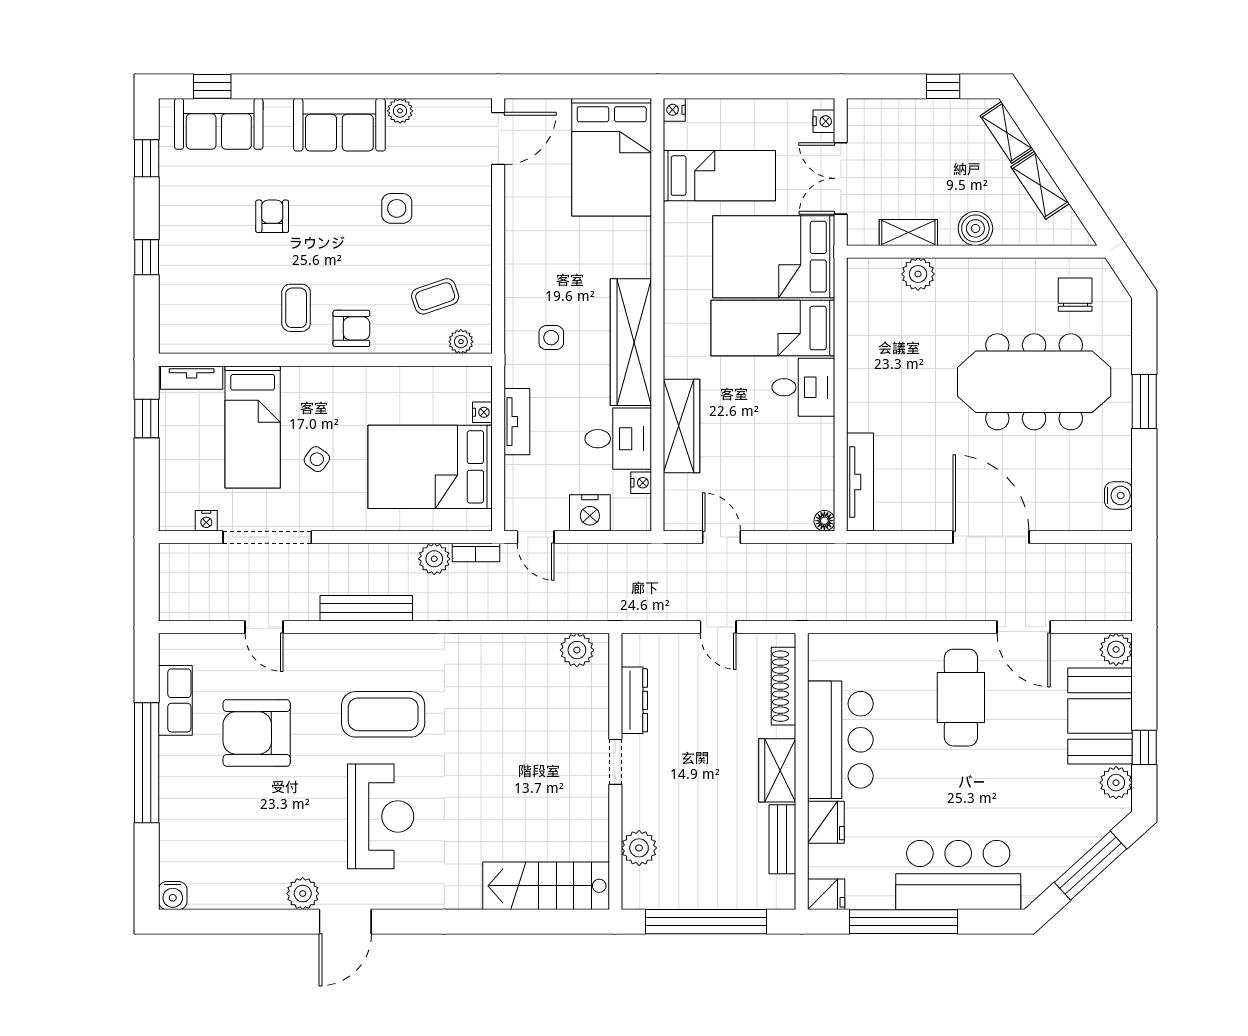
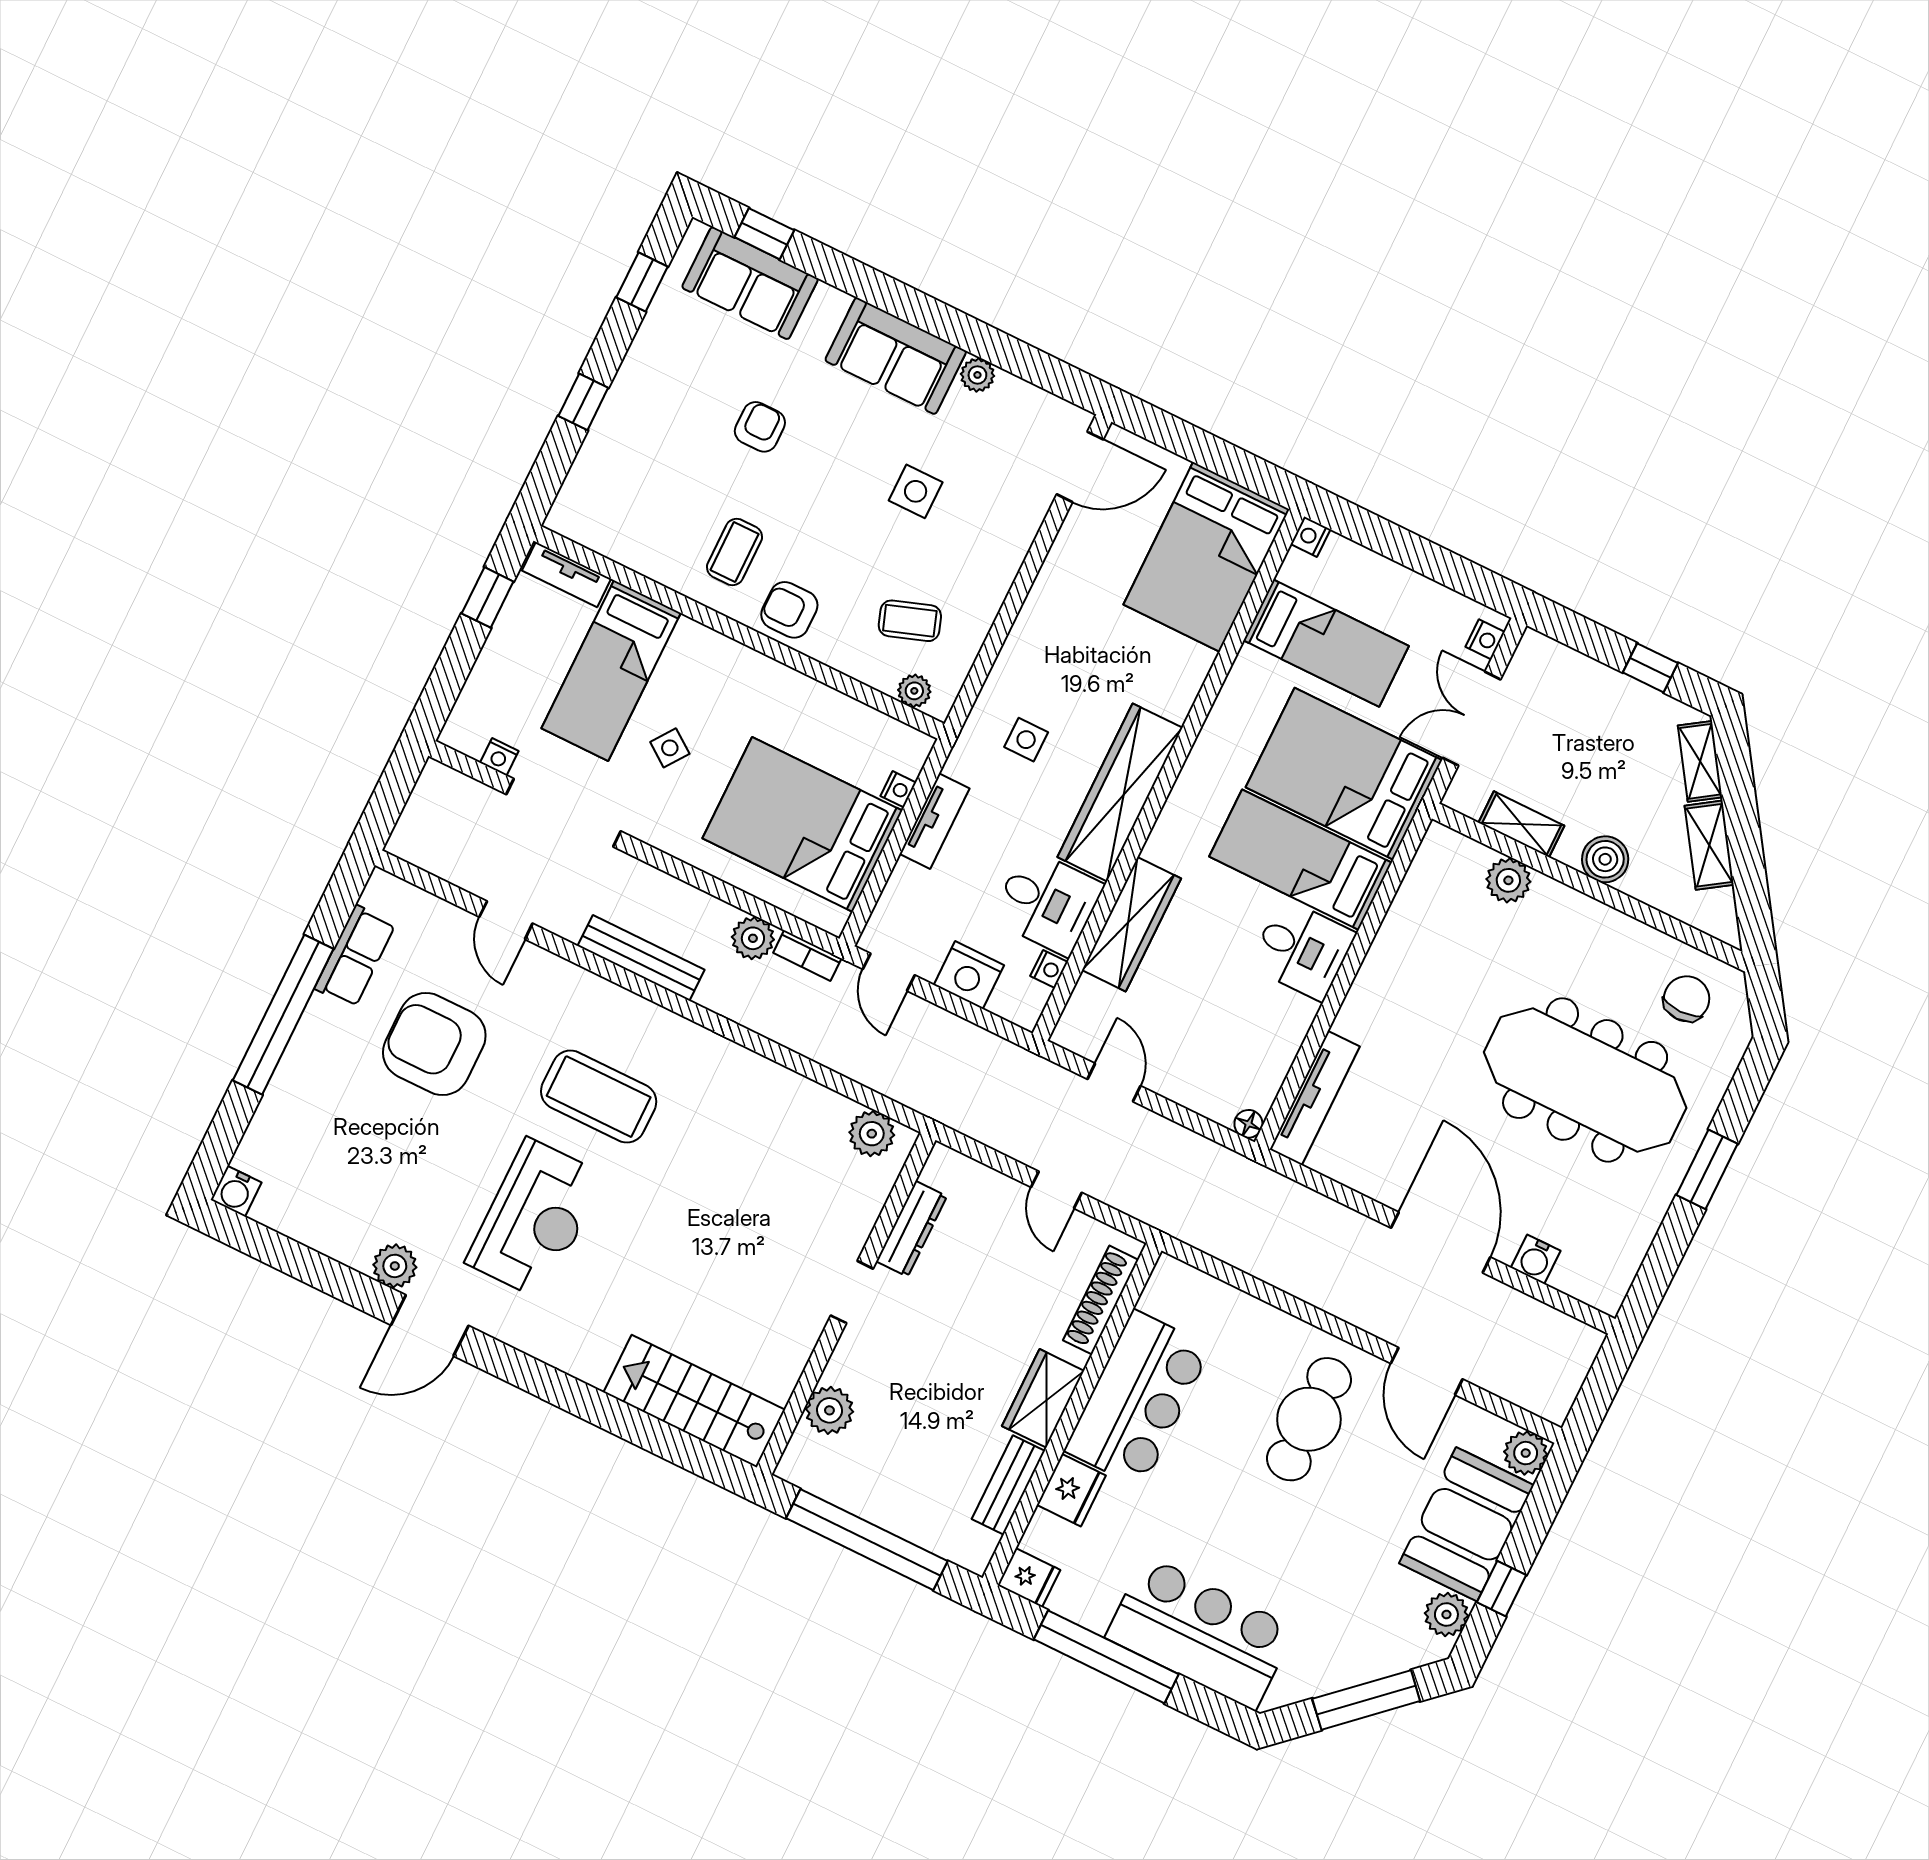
armchair: (351, 328) -> (789, 610), turned 180
water cooler: (1118, 495) -> (1536, 1259), moved, turned 90

